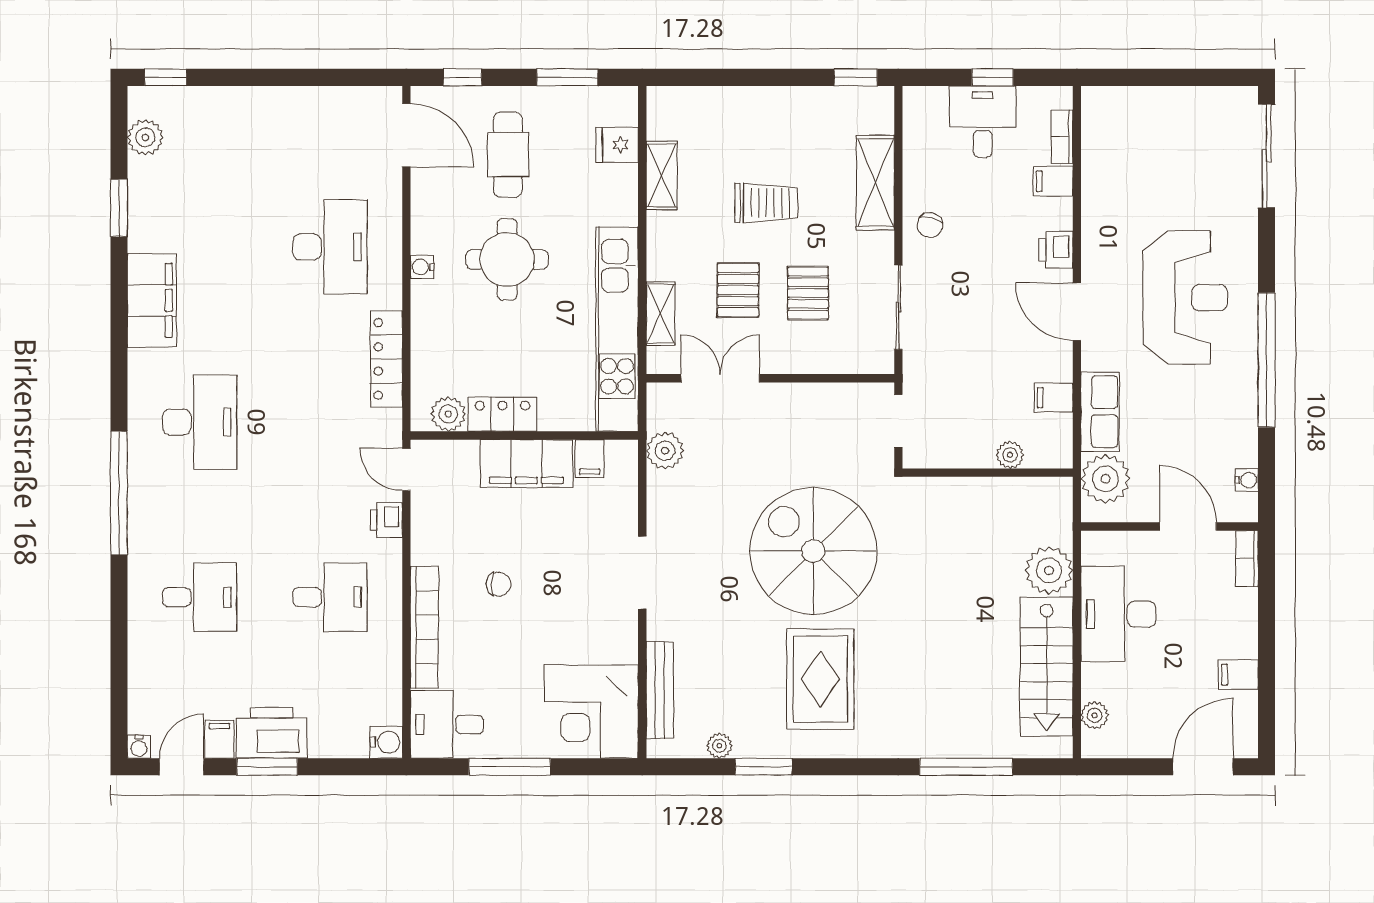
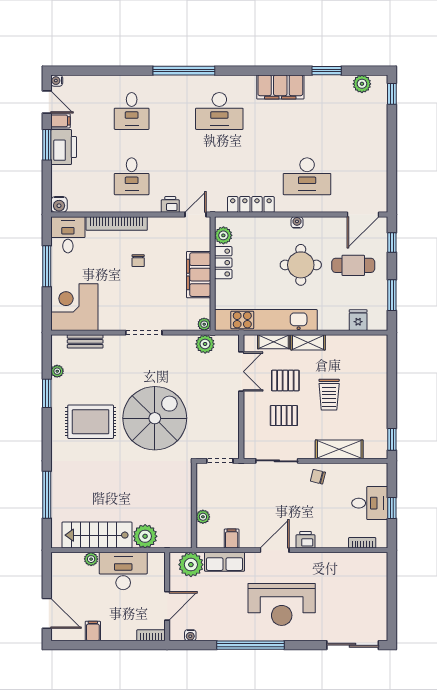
shelving: (662, 175) -> (308, 342), moved
filing cabinet: (1053, 181) -> (340, 538), removed
plant: (625, 452) -> (204, 324), added
filing cabinet: (590, 459) -> (201, 306), removed
bench: (660, 690) -> (85, 341), width x0.73
plant: (1095, 715) -> (91, 559), moved

